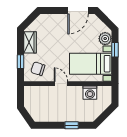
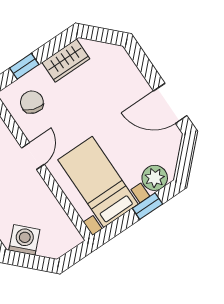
washing machine: (90, 93) -> (24, 240), moved, turned 135

